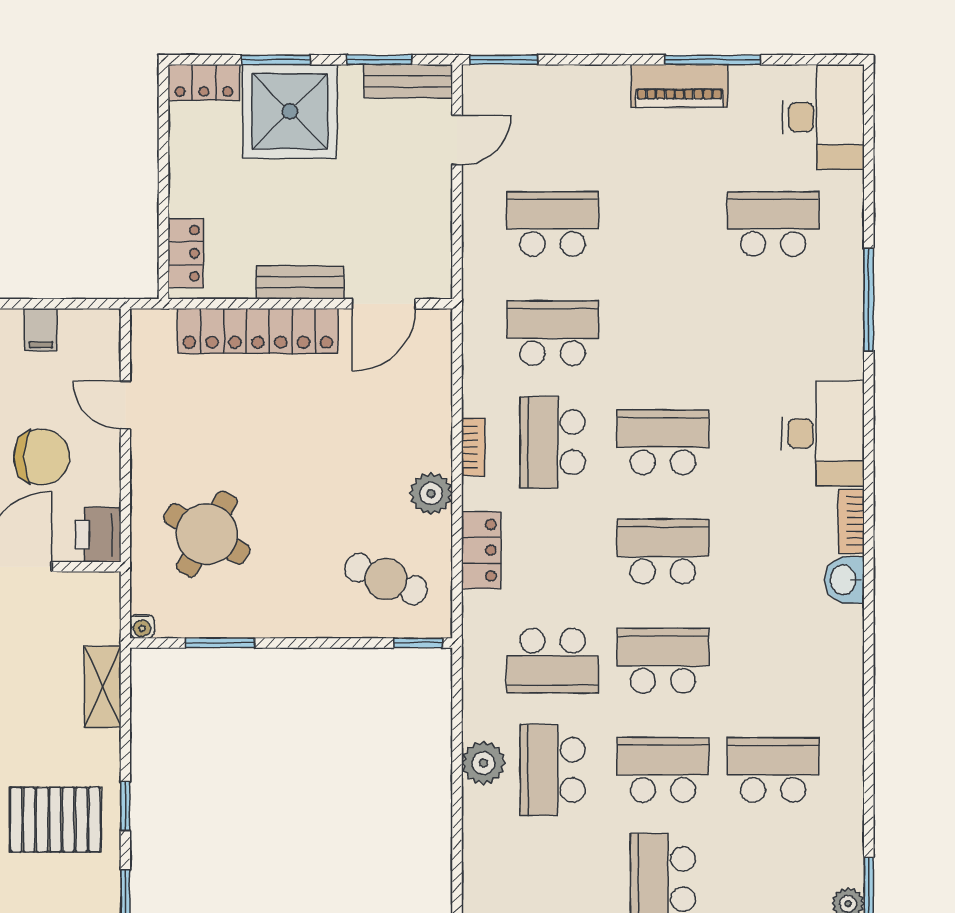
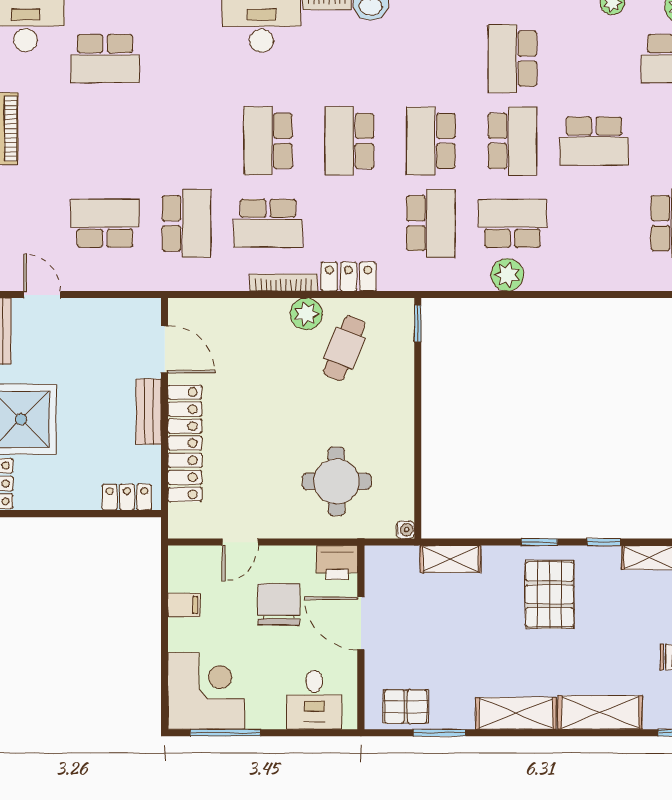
school desk: (553, 224) -> (105, 223), turned 90
school desk: (773, 224) -> (105, 59), turned -90
school desk: (553, 333) -> (186, 223), turned 180
bookcase: (473, 447) -> (284, 283), width x1.56
round table: (207, 534) -> (336, 481), turned -30
cafe table: (386, 579) -> (344, 348), moved
window: (220, 643) -> (418, 471), removed
school desk: (553, 770) -> (512, 223), turned 180
school desk: (663, 770) -> (512, 141), turned 180

